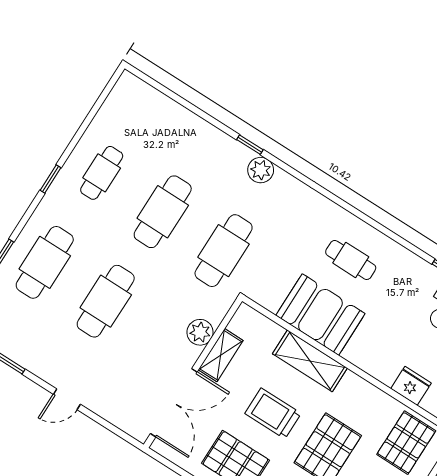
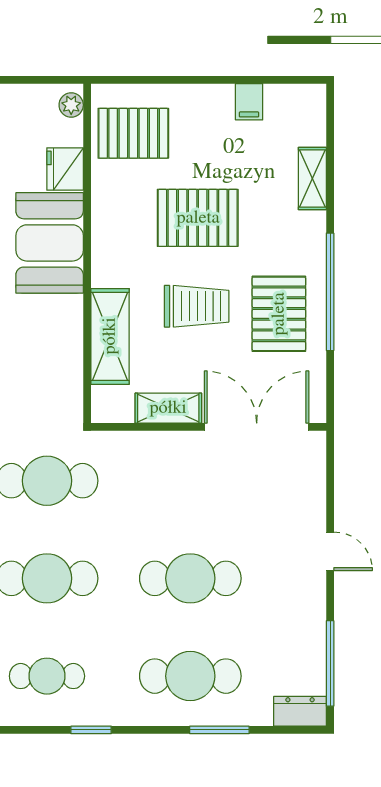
booth: (320, 315) -> (50, 243), moved
plant: (200, 332) -> (157, 448), removed
shelving: (310, 361) -> (110, 336), moved
trolley: (273, 413) -> (197, 306), turned -90

